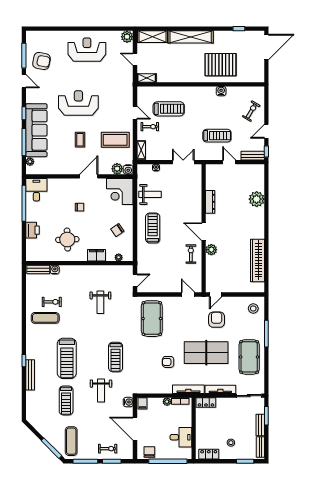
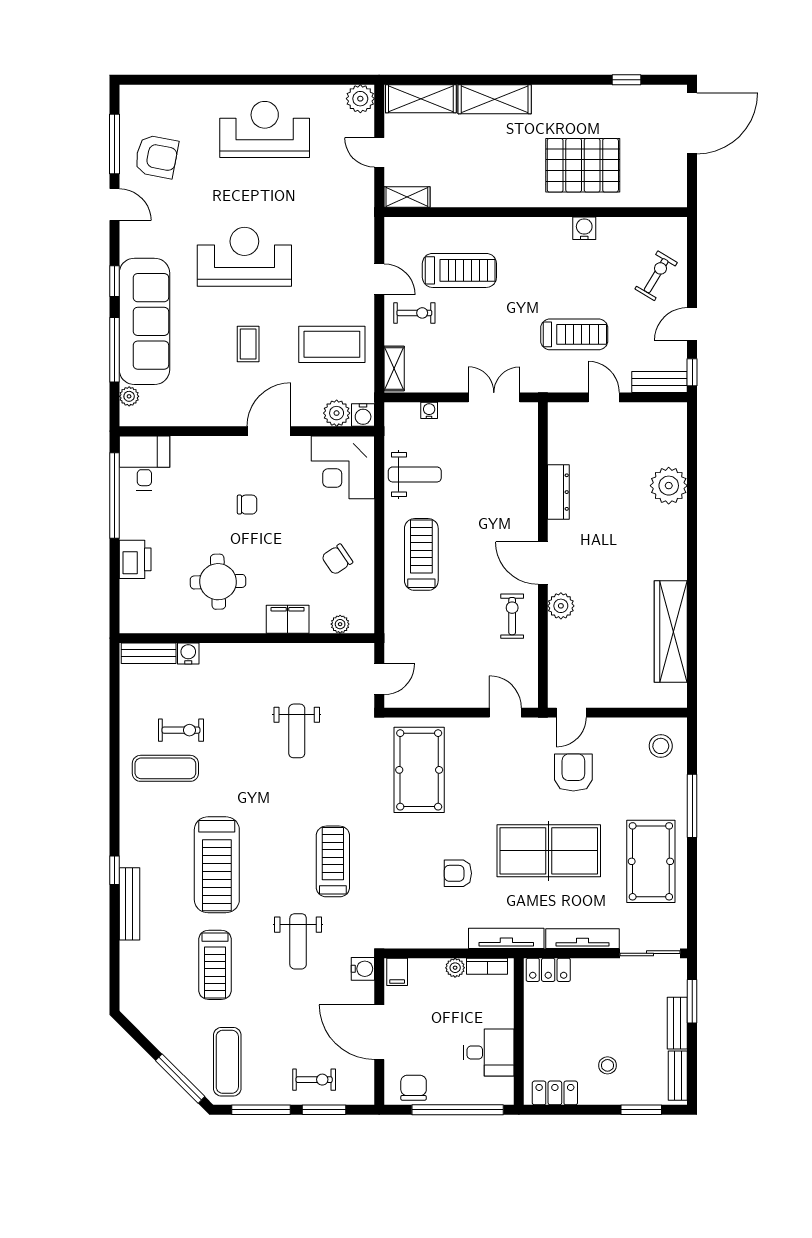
shelving: (191, 37) -> (495, 99), width x0.68
treadmill: (116, 357) -> (333, 861), turned 180

